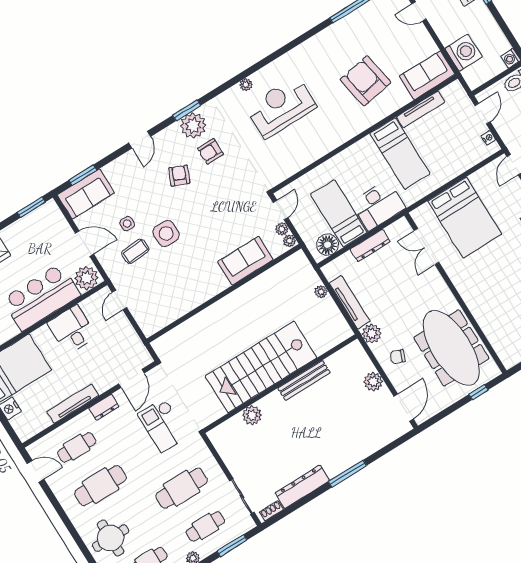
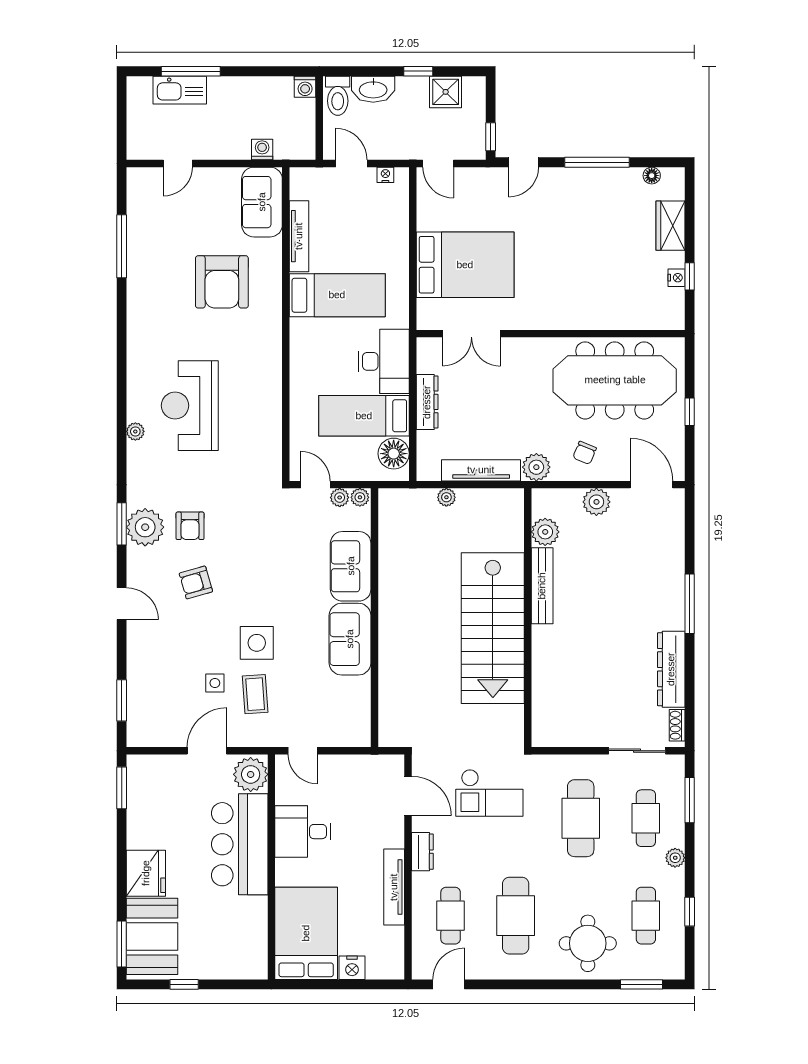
washing machine: (464, 53) -> (262, 149), width x0.53, depth x0.53
armchair: (366, 81) -> (222, 282), turned -80
armchair: (179, 176) -> (196, 582), turned -39
sofa: (86, 194) -> (350, 639), moved, turned 180
window: (478, 392) -> (690, 412), moved
plant: (252, 415) -> (545, 532), moved

